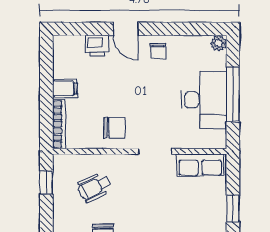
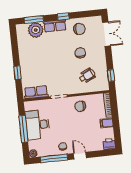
window: (178, 29) -> (54, 158), added
printer: (97, 46) -> (109, 144), moved

